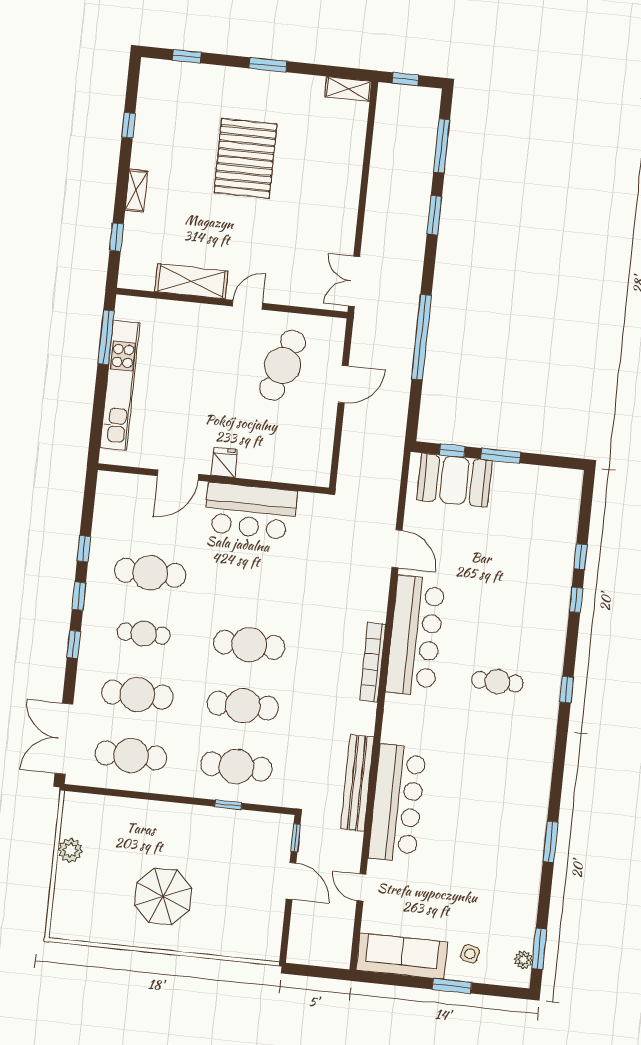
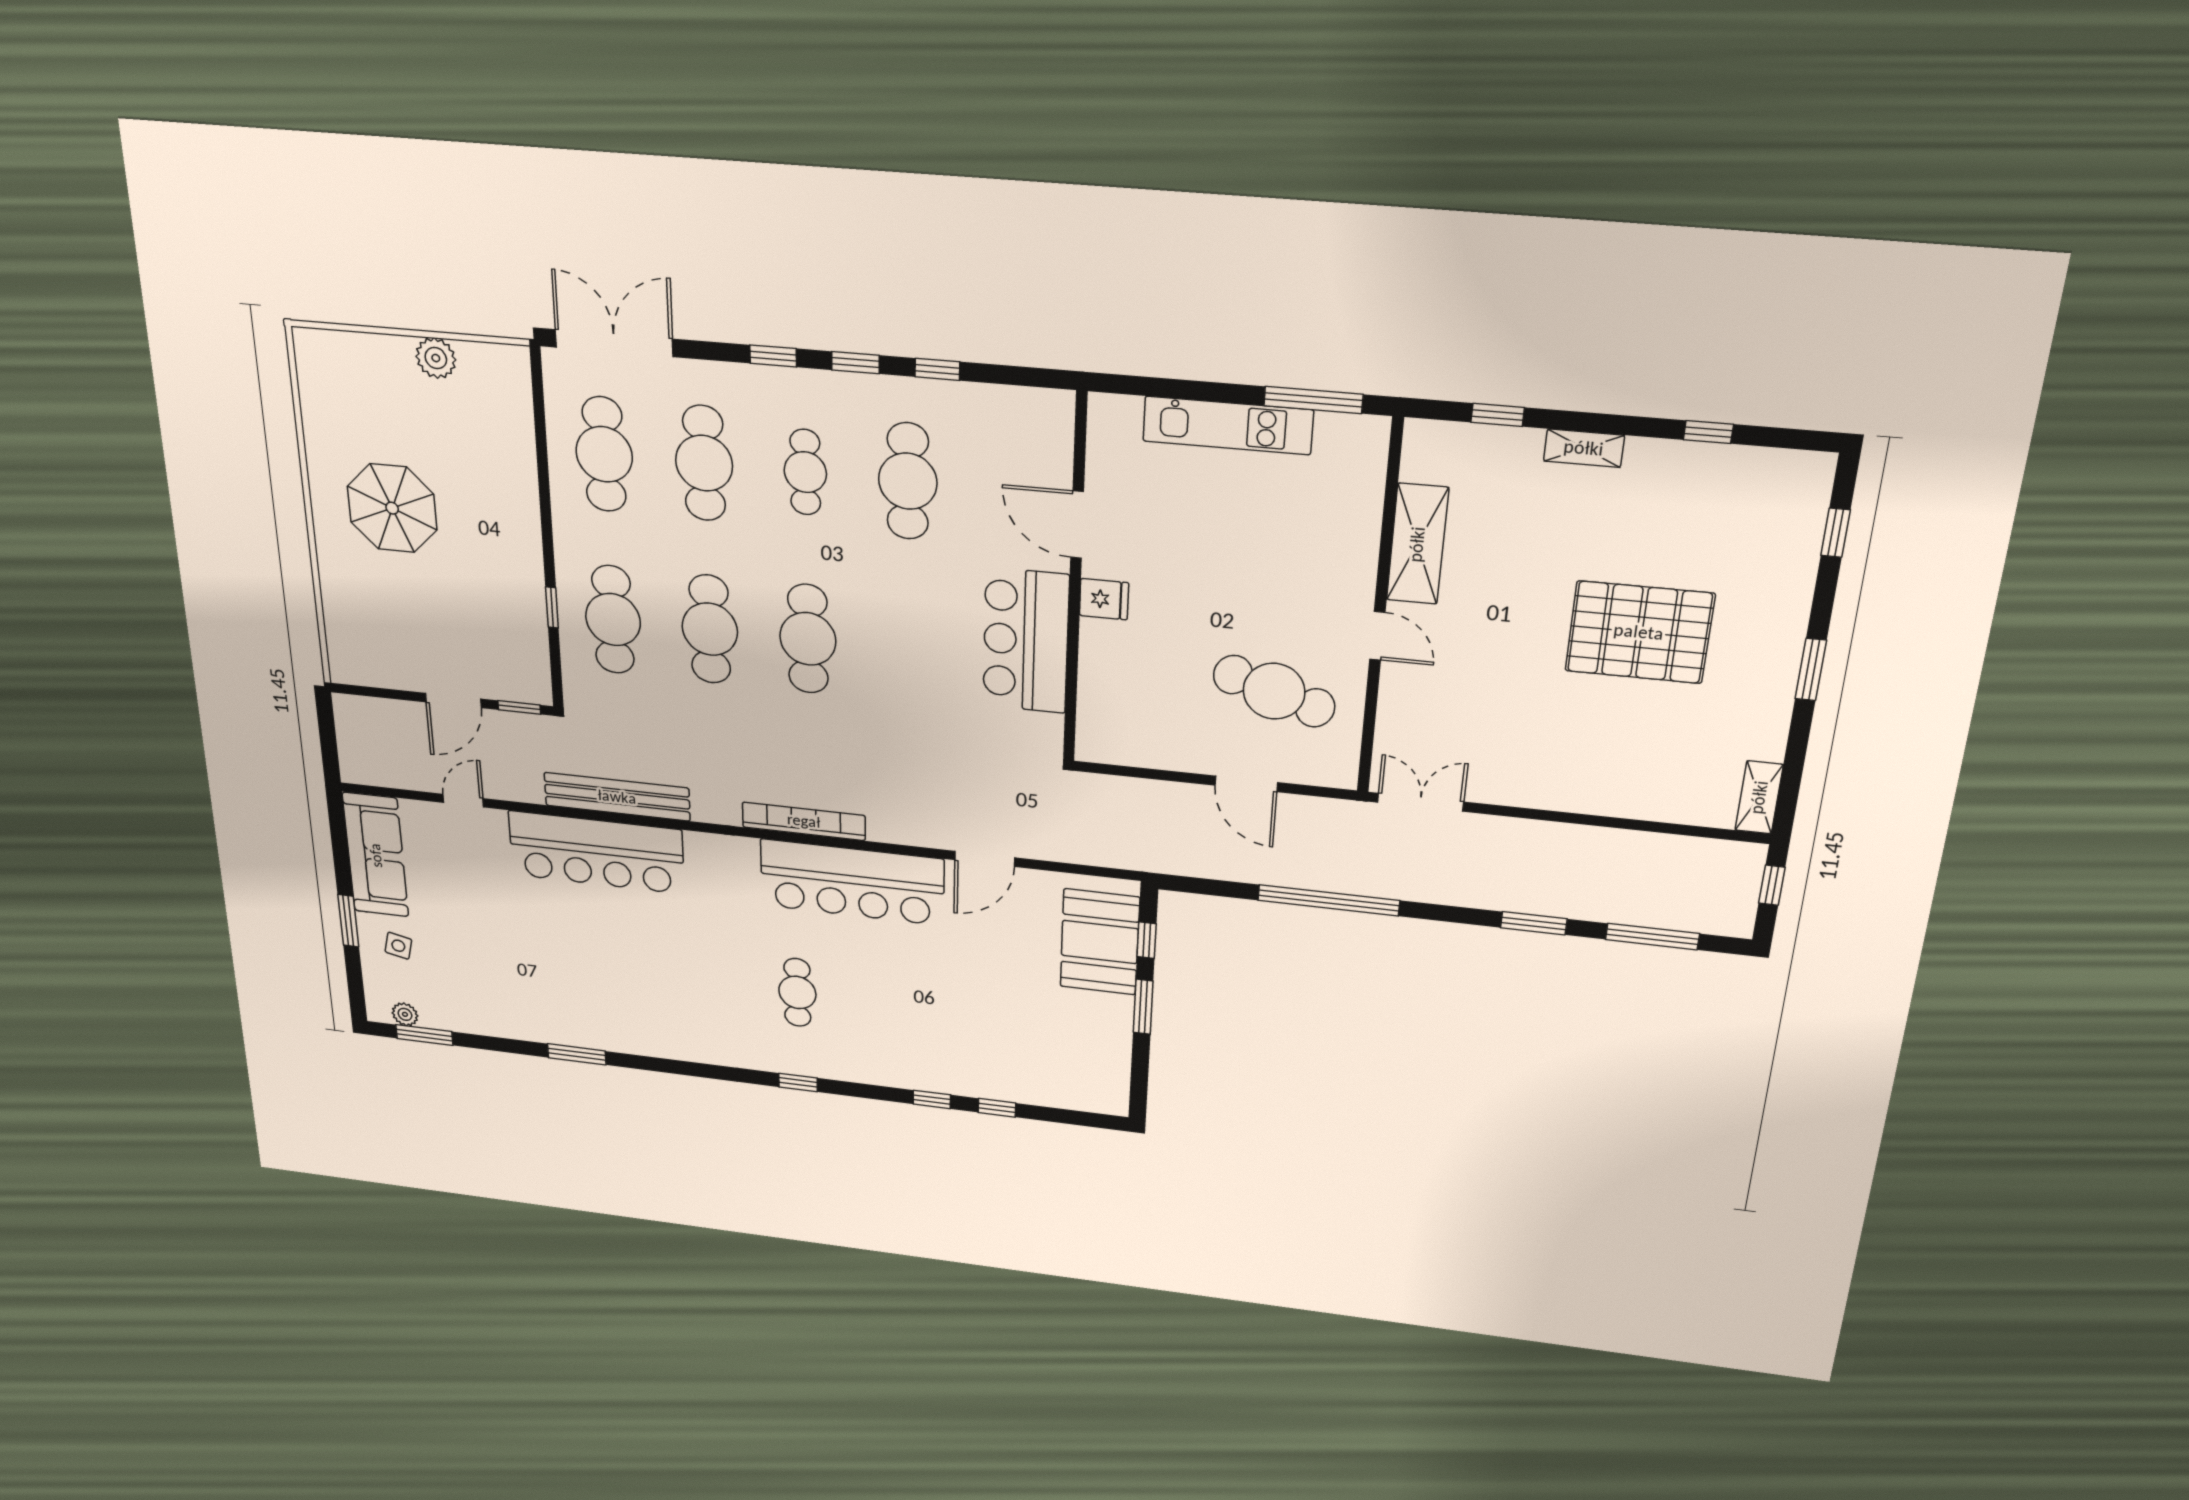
kitchen unit: (120, 385) -> (1228, 425), width x0.73

